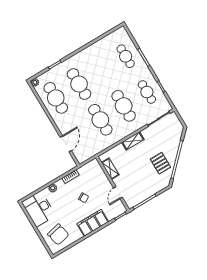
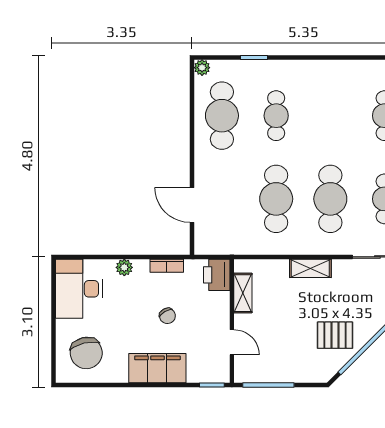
cafe table: (79, 84) -> (276, 116), width x0.73, depth x0.74
door: (66, 144) -> (192, 205), swing flipped
pallet: (160, 163) -> (335, 335), turned 90
printer: (94, 168) -> (217, 275), added
door: (118, 193) -> (232, 342), swing flipped

